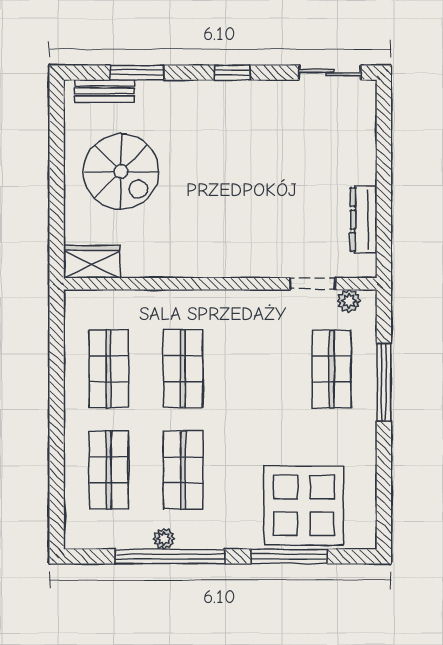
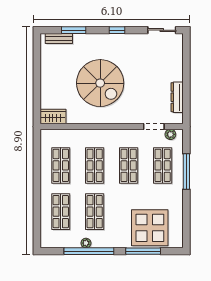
spiral stairs: (121, 172) -> (100, 83), moved, width x1.37, depth x1.37
shop shelf: (257, 369) -> (129, 165), added

